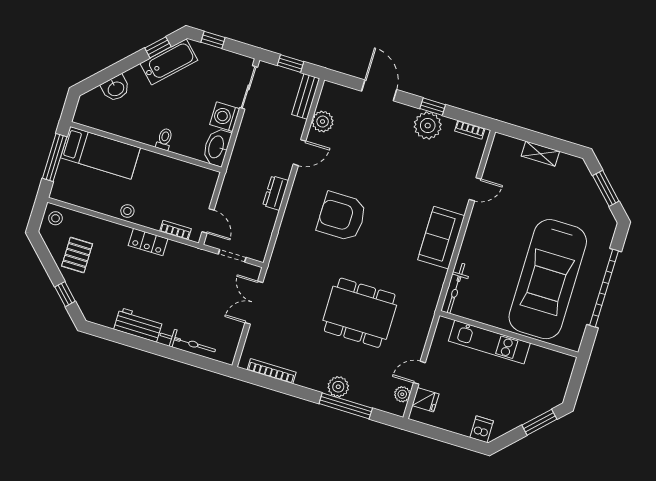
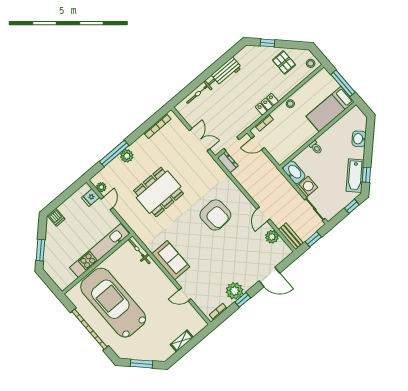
door: (475, 189) -> (185, 295), hinge flipped
dresser: (276, 193) -> (228, 162), moved
armchair: (342, 216) -> (215, 215), turned 87
kitchen unit: (489, 342) -> (100, 251), width x1.36

